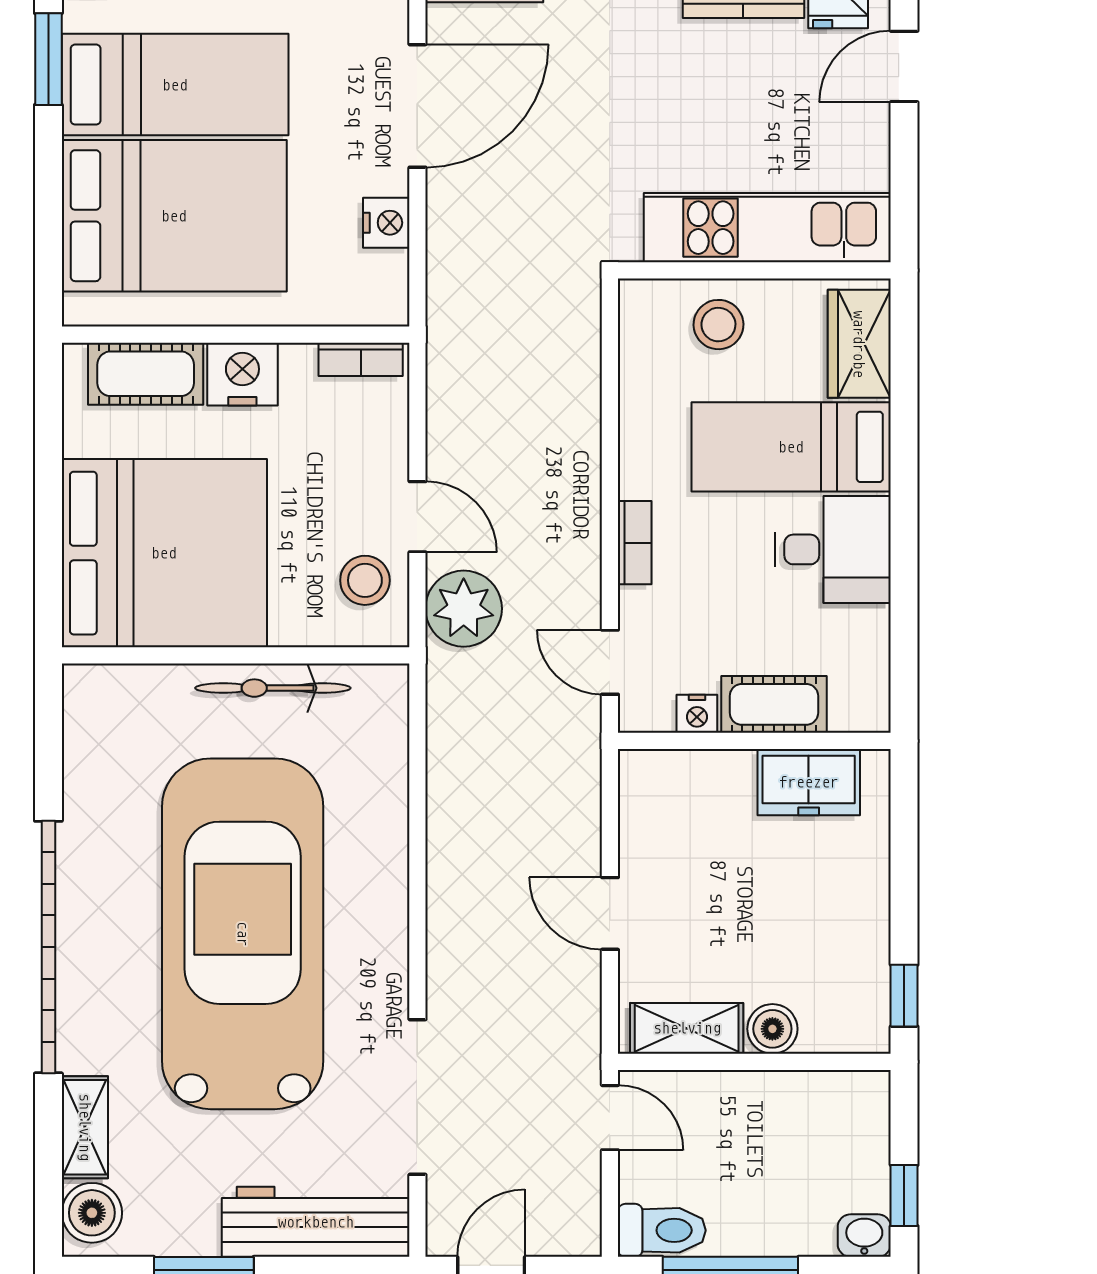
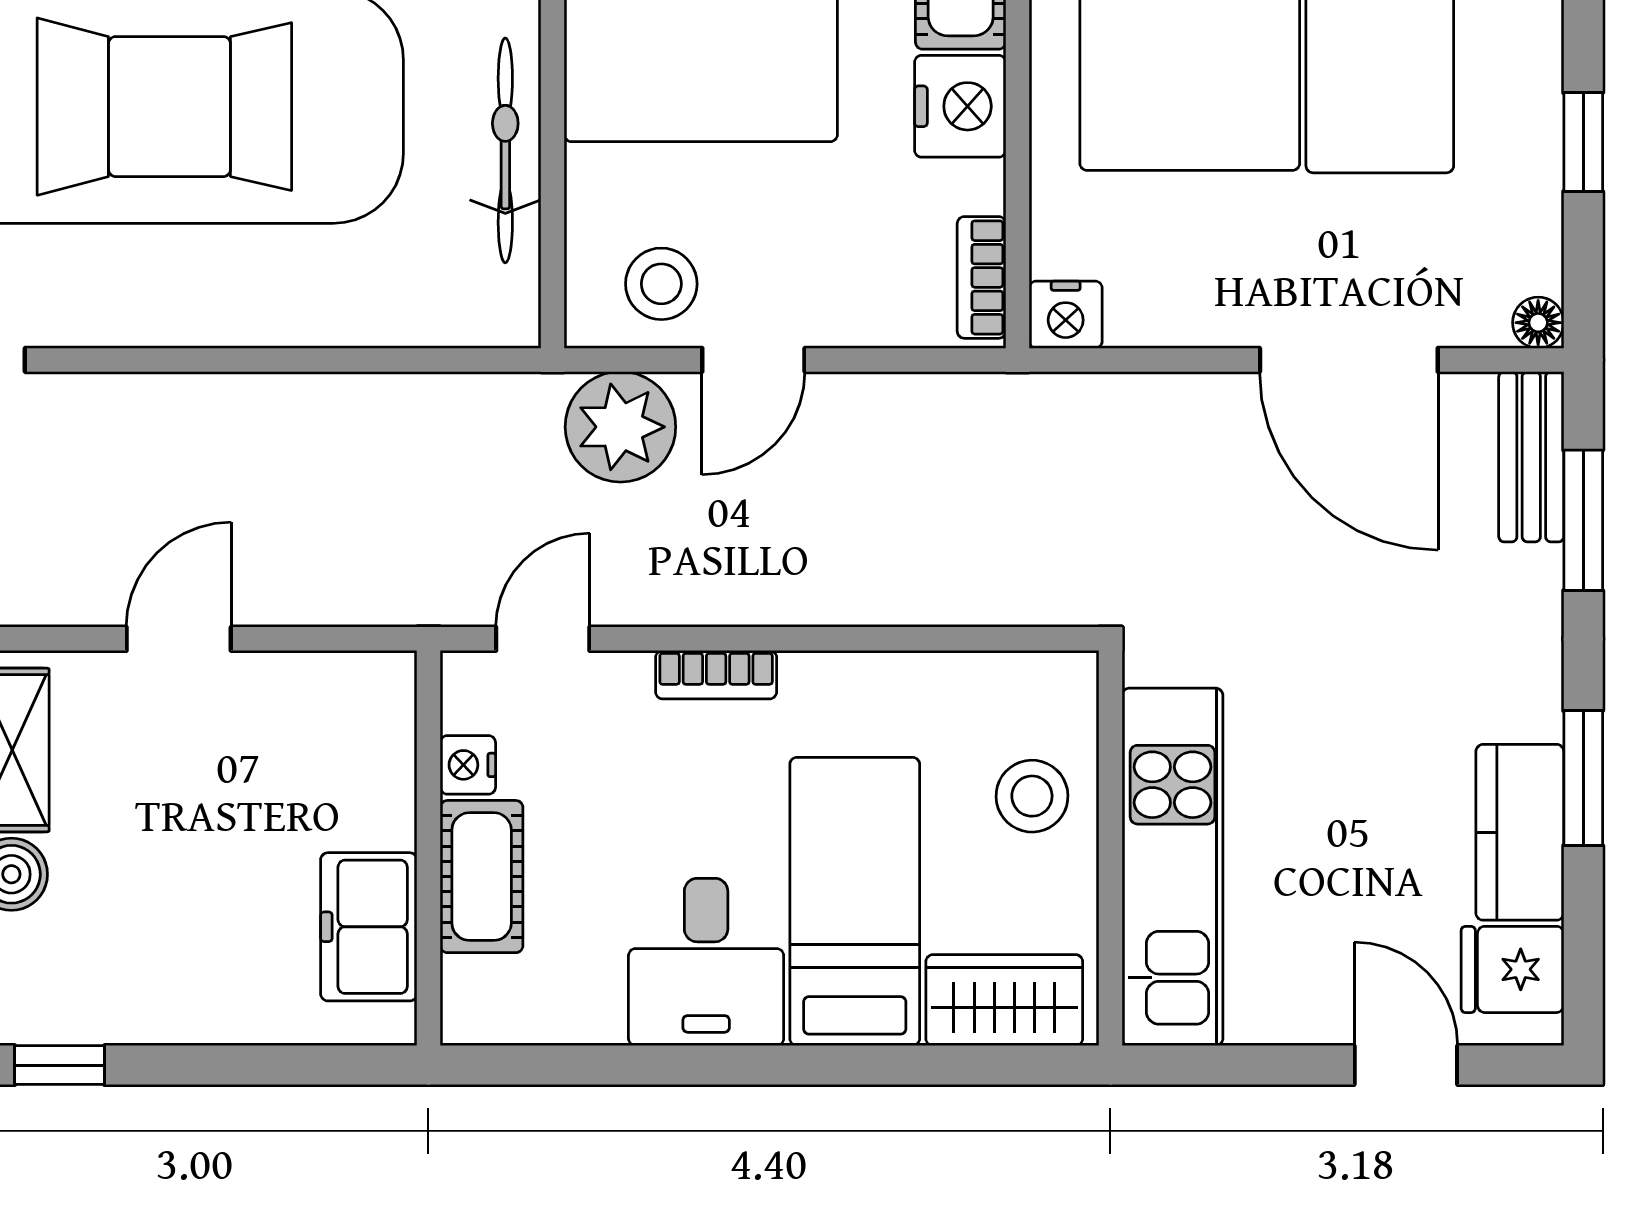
nightstand: (386, 223) -> (1066, 315), moved

